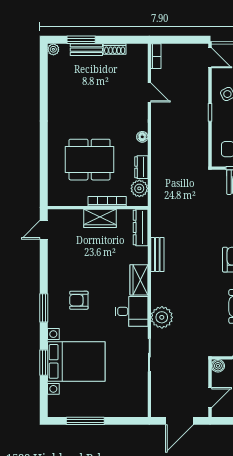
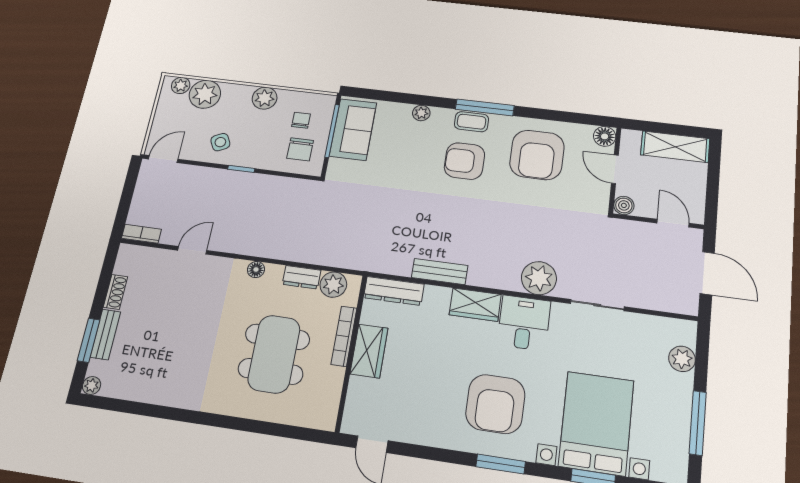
armchair: (79, 300) -> (495, 404), width x1.88, depth x1.88
plant: (123, 409) -> (682, 359), added

